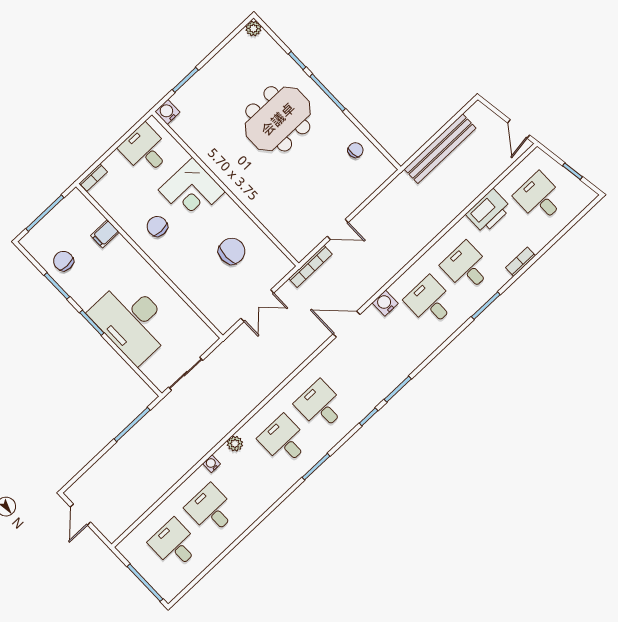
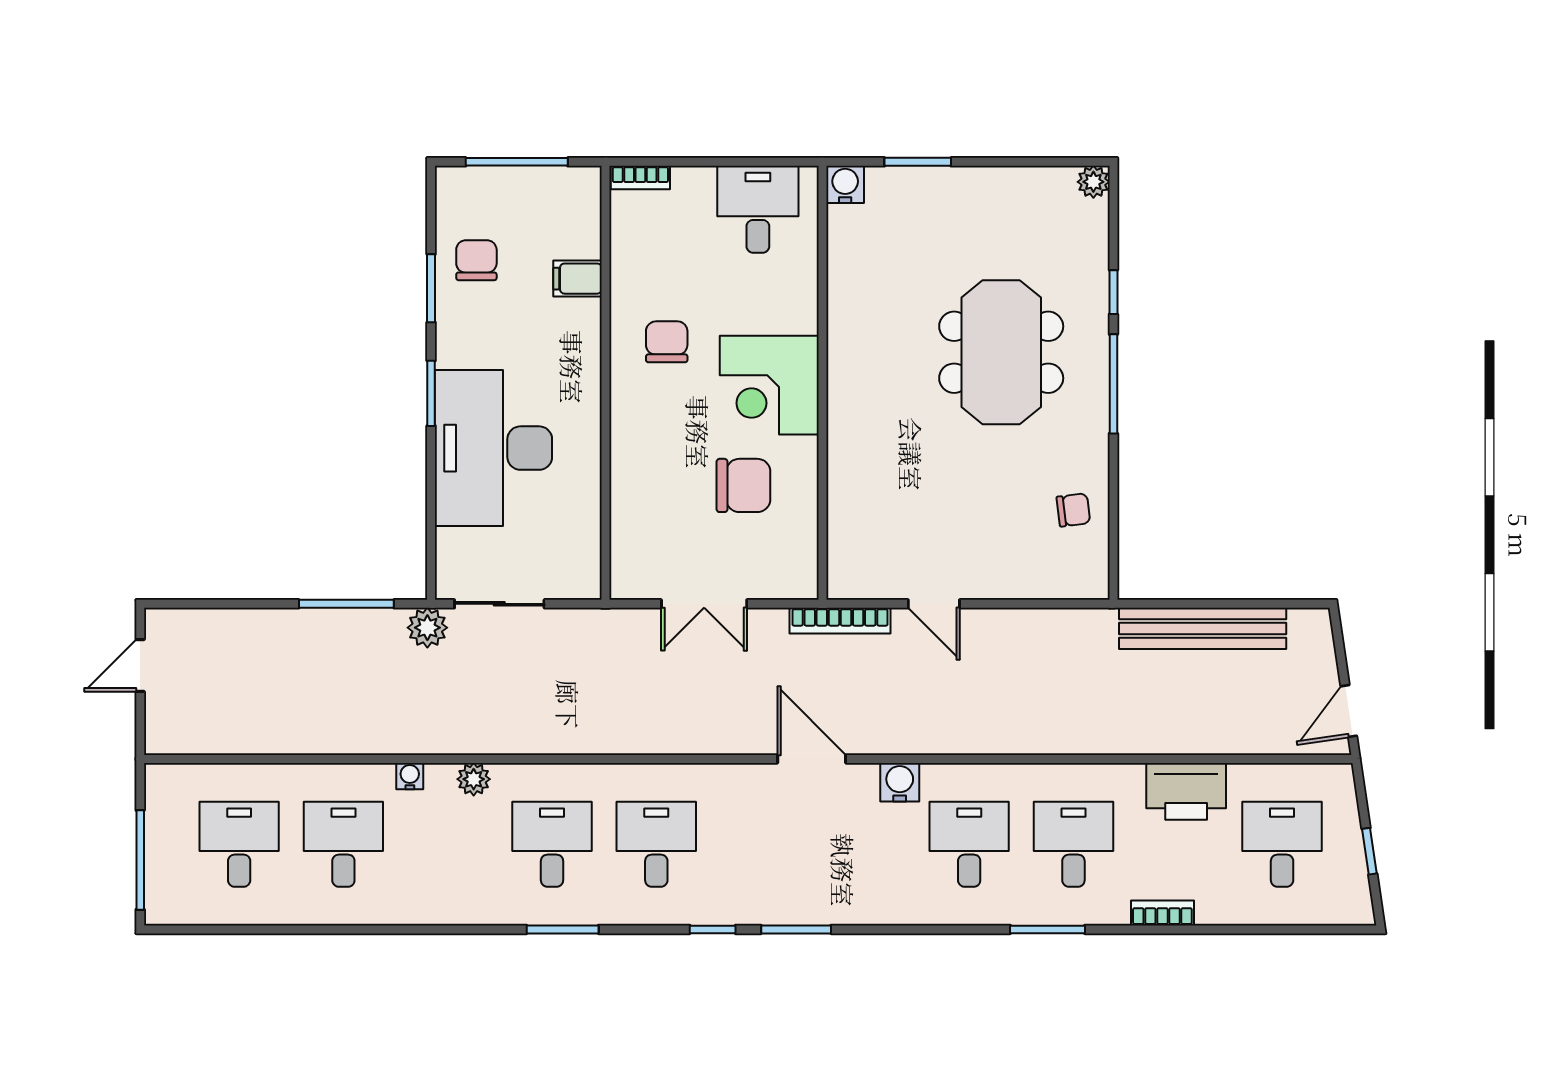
meeting table: (278, 119) -> (1001, 352), turned 90
corner desk: (192, 191) -> (769, 385), moved
plant: (168, 406) -> (427, 628), added

